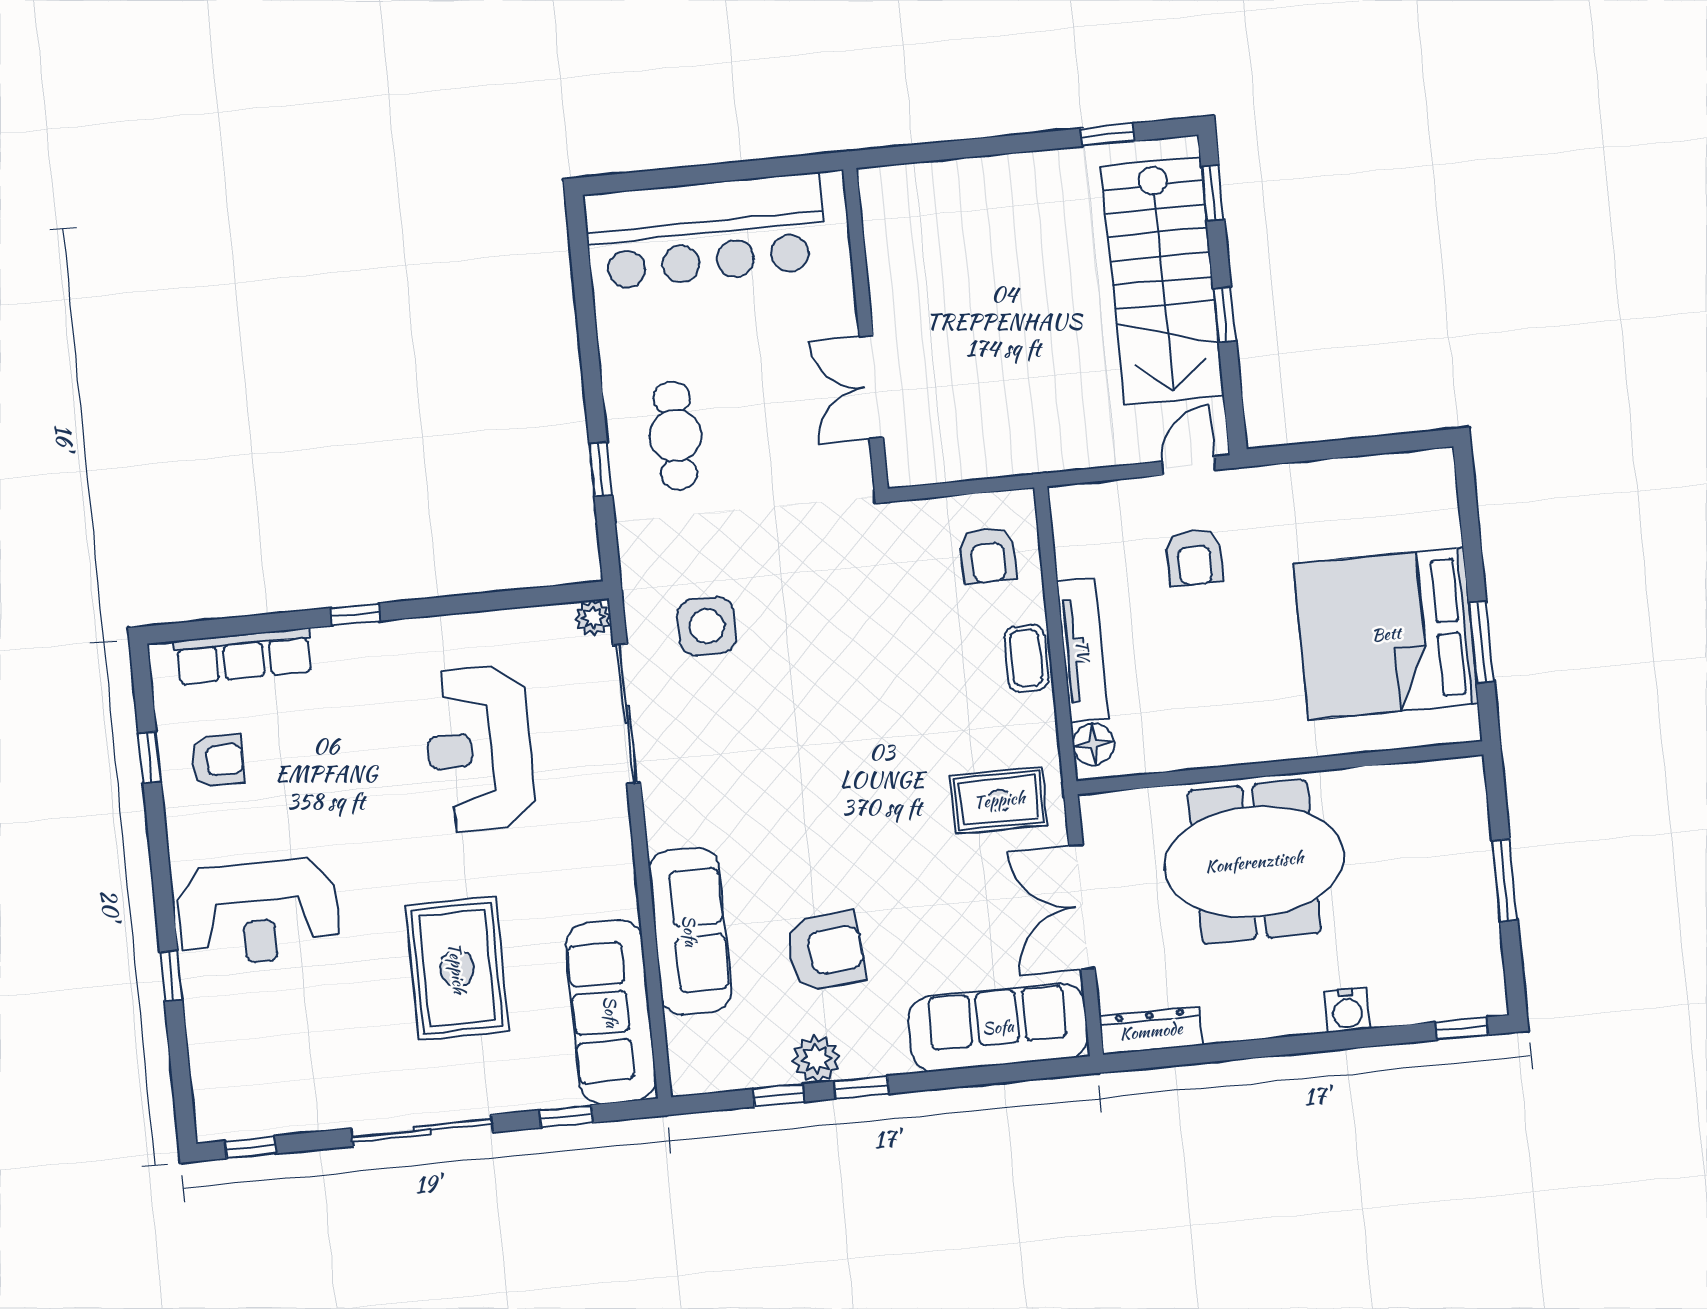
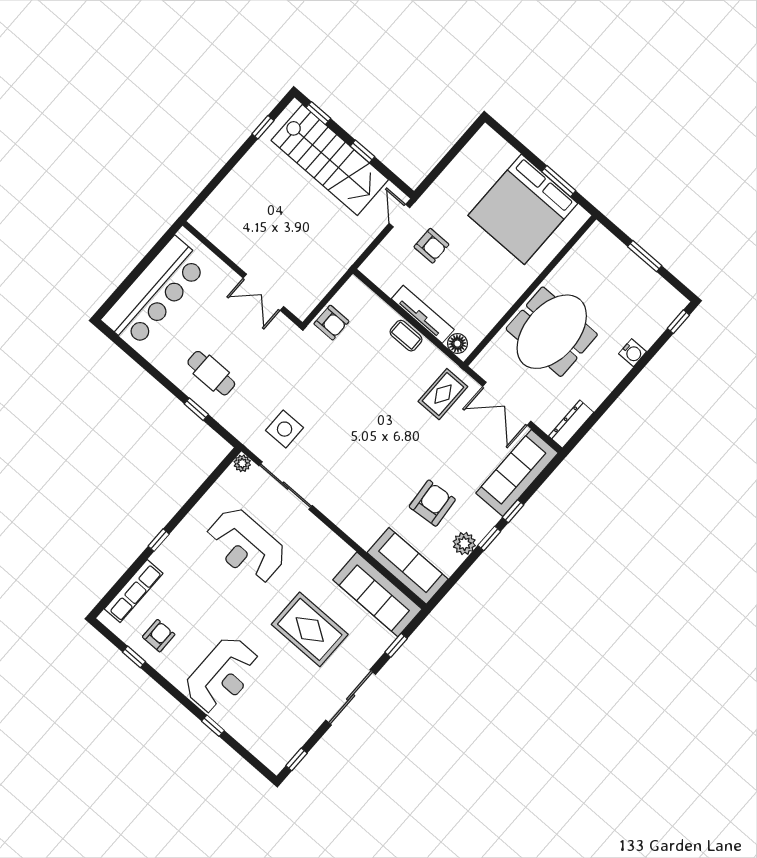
armchair: (988, 555) -> (331, 323), moved
sofa: (690, 931) -> (408, 566), moved
window: (778, 1095) -> (513, 511), moved

